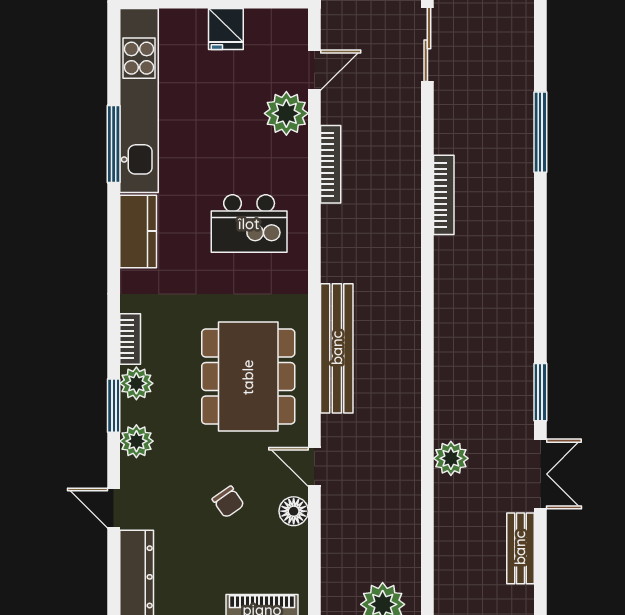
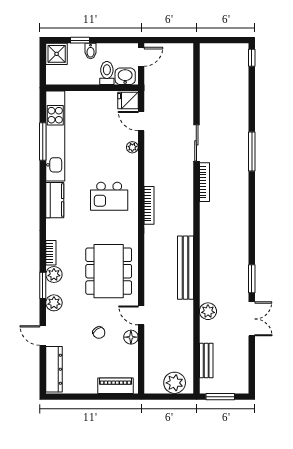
fridge: (226, 29) -> (128, 101), moved, turned 90
sliding door: (427, 44) -> (196, 143), moved
door: (314, 70) -> (141, 121), swing flipped
plant: (286, 113) -> (132, 147), width x0.53, depth x0.53
window: (114, 144) -> (43, 142), moved
bookcase: (331, 164) -> (149, 205), moved
bench: (337, 348) -> (185, 268), moved
bench: (520, 548) -> (206, 360), moved

